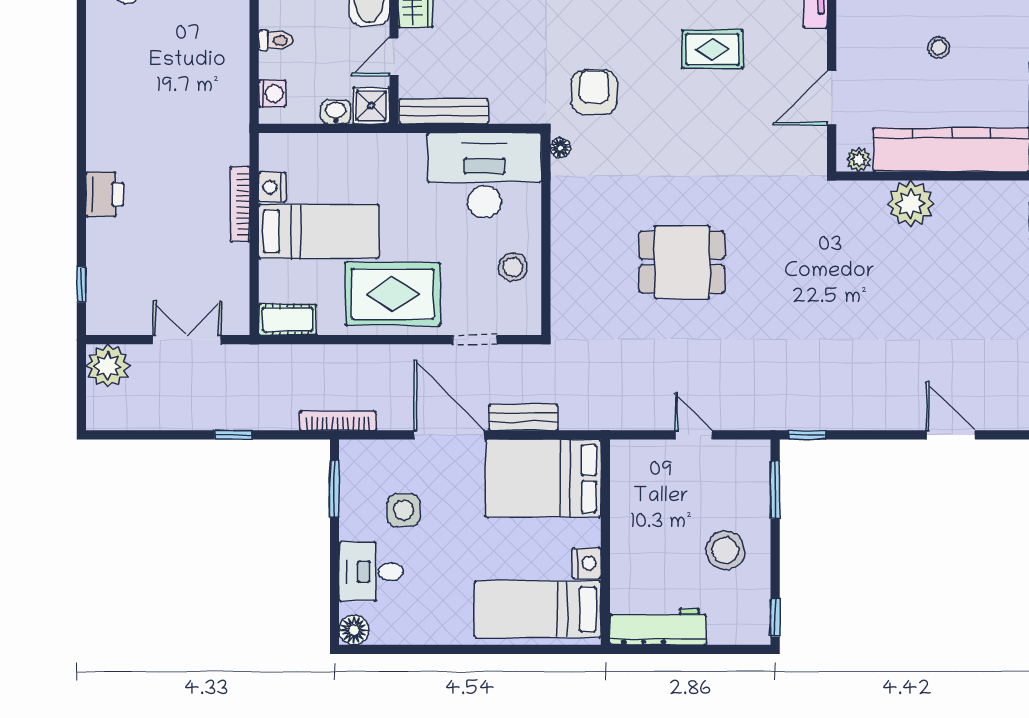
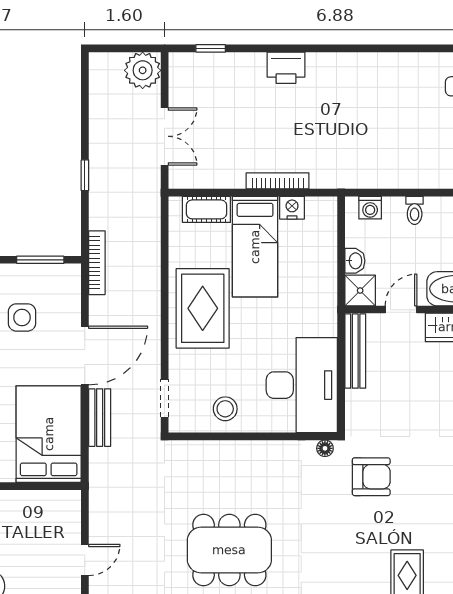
door: (394, 57) -> (401, 310), hinge flipped
dining table: (682, 262) -> (229, 550), width x1.38
cot: (287, 320) -> (206, 209), moved, turned 90
doorway: (475, 340) -> (165, 398), moved

